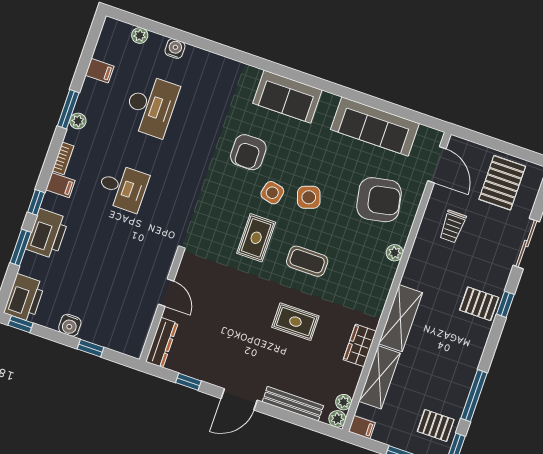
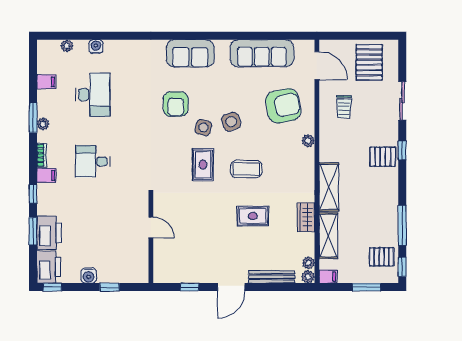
desk: (123, 188) -> (93, 161), turned 180
printer: (47, 234) -> (49, 233), moved
dresser: (162, 342) -> (160, 265), removed

